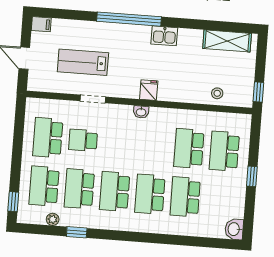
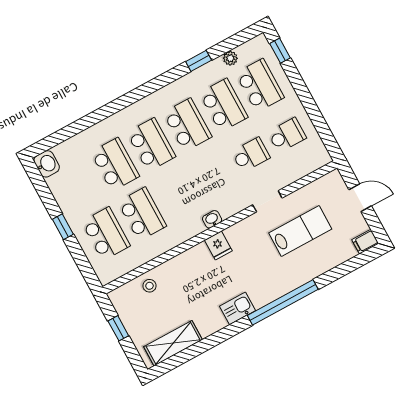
window: (258, 92) -> (118, 328), moved
school desk: (48, 138) -> (287, 135), width x0.54

